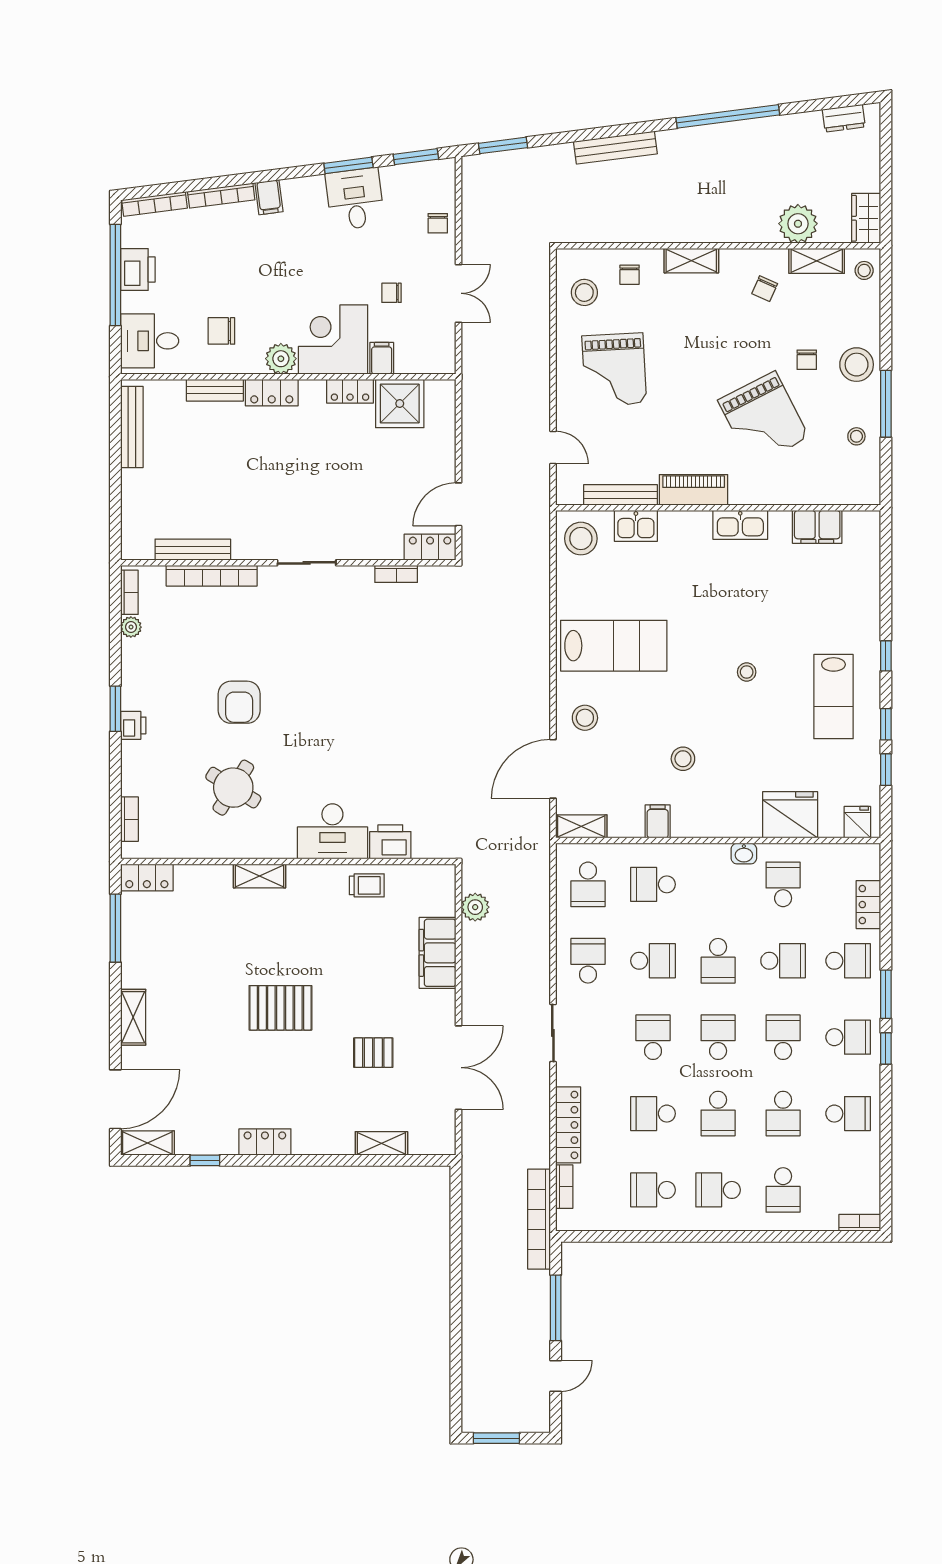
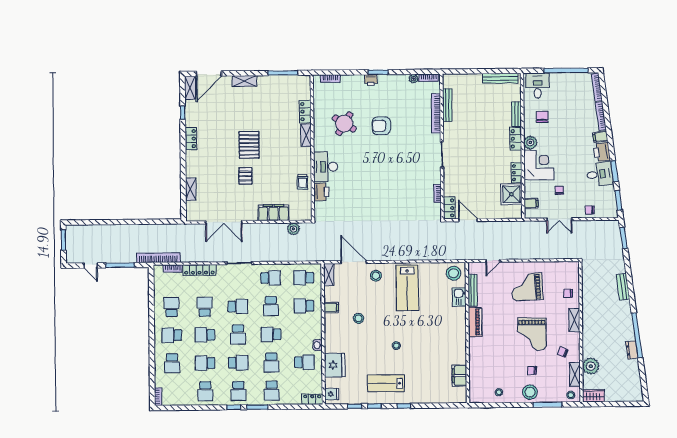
dresser: (844, 118) -> (632, 350), moved
bench: (615, 148) -> (623, 287), width x0.73
printer: (138, 269) -> (602, 152), moved, turned 83
stool: (584, 292) -> (560, 274), removed
filing cabinet: (382, 358) -> (531, 203), moved
window: (886, 404) -> (548, 405), moved
grand piano: (763, 419) -> (532, 334), moved, turned -63
kitchen sink: (740, 525) -> (460, 342), removed
locker: (147, 878) -> (305, 112), moved
school desk: (653, 884) -> (304, 306), turned -90
locker: (868, 905) -> (312, 399), moved
school desk: (718, 1037) -> (238, 335), turned 90
pallet: (373, 1053) -> (245, 176), moved
door: (115, 1099) -> (209, 74), hinge flipped
school desk: (718, 1190) -> (172, 335), turned -90
school desk: (783, 1190) -> (172, 363), turned -90

